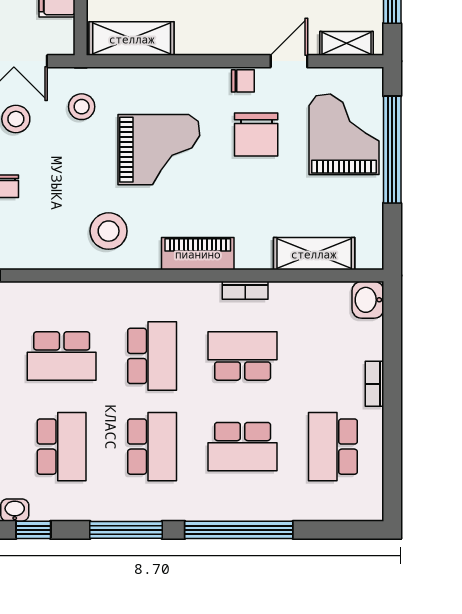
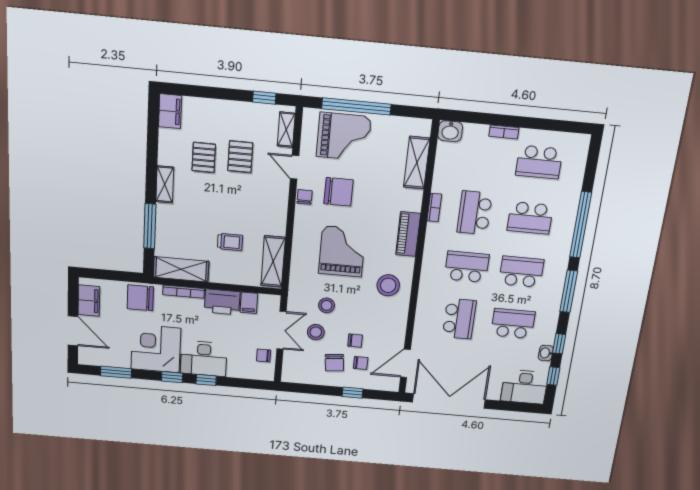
stool: (82, 107) -> (327, 305), moved
grand piano: (344, 134) -> (344, 137), turned 180
school desk: (243, 447) -> (530, 218), turned 90

